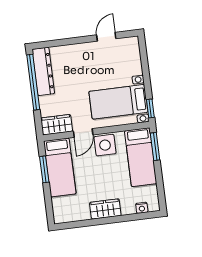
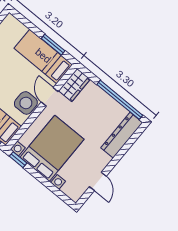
dresser: (43, 71) -> (122, 135), moved, turned 90
bed with nightstands: (118, 102) -> (52, 148), width x1.36

